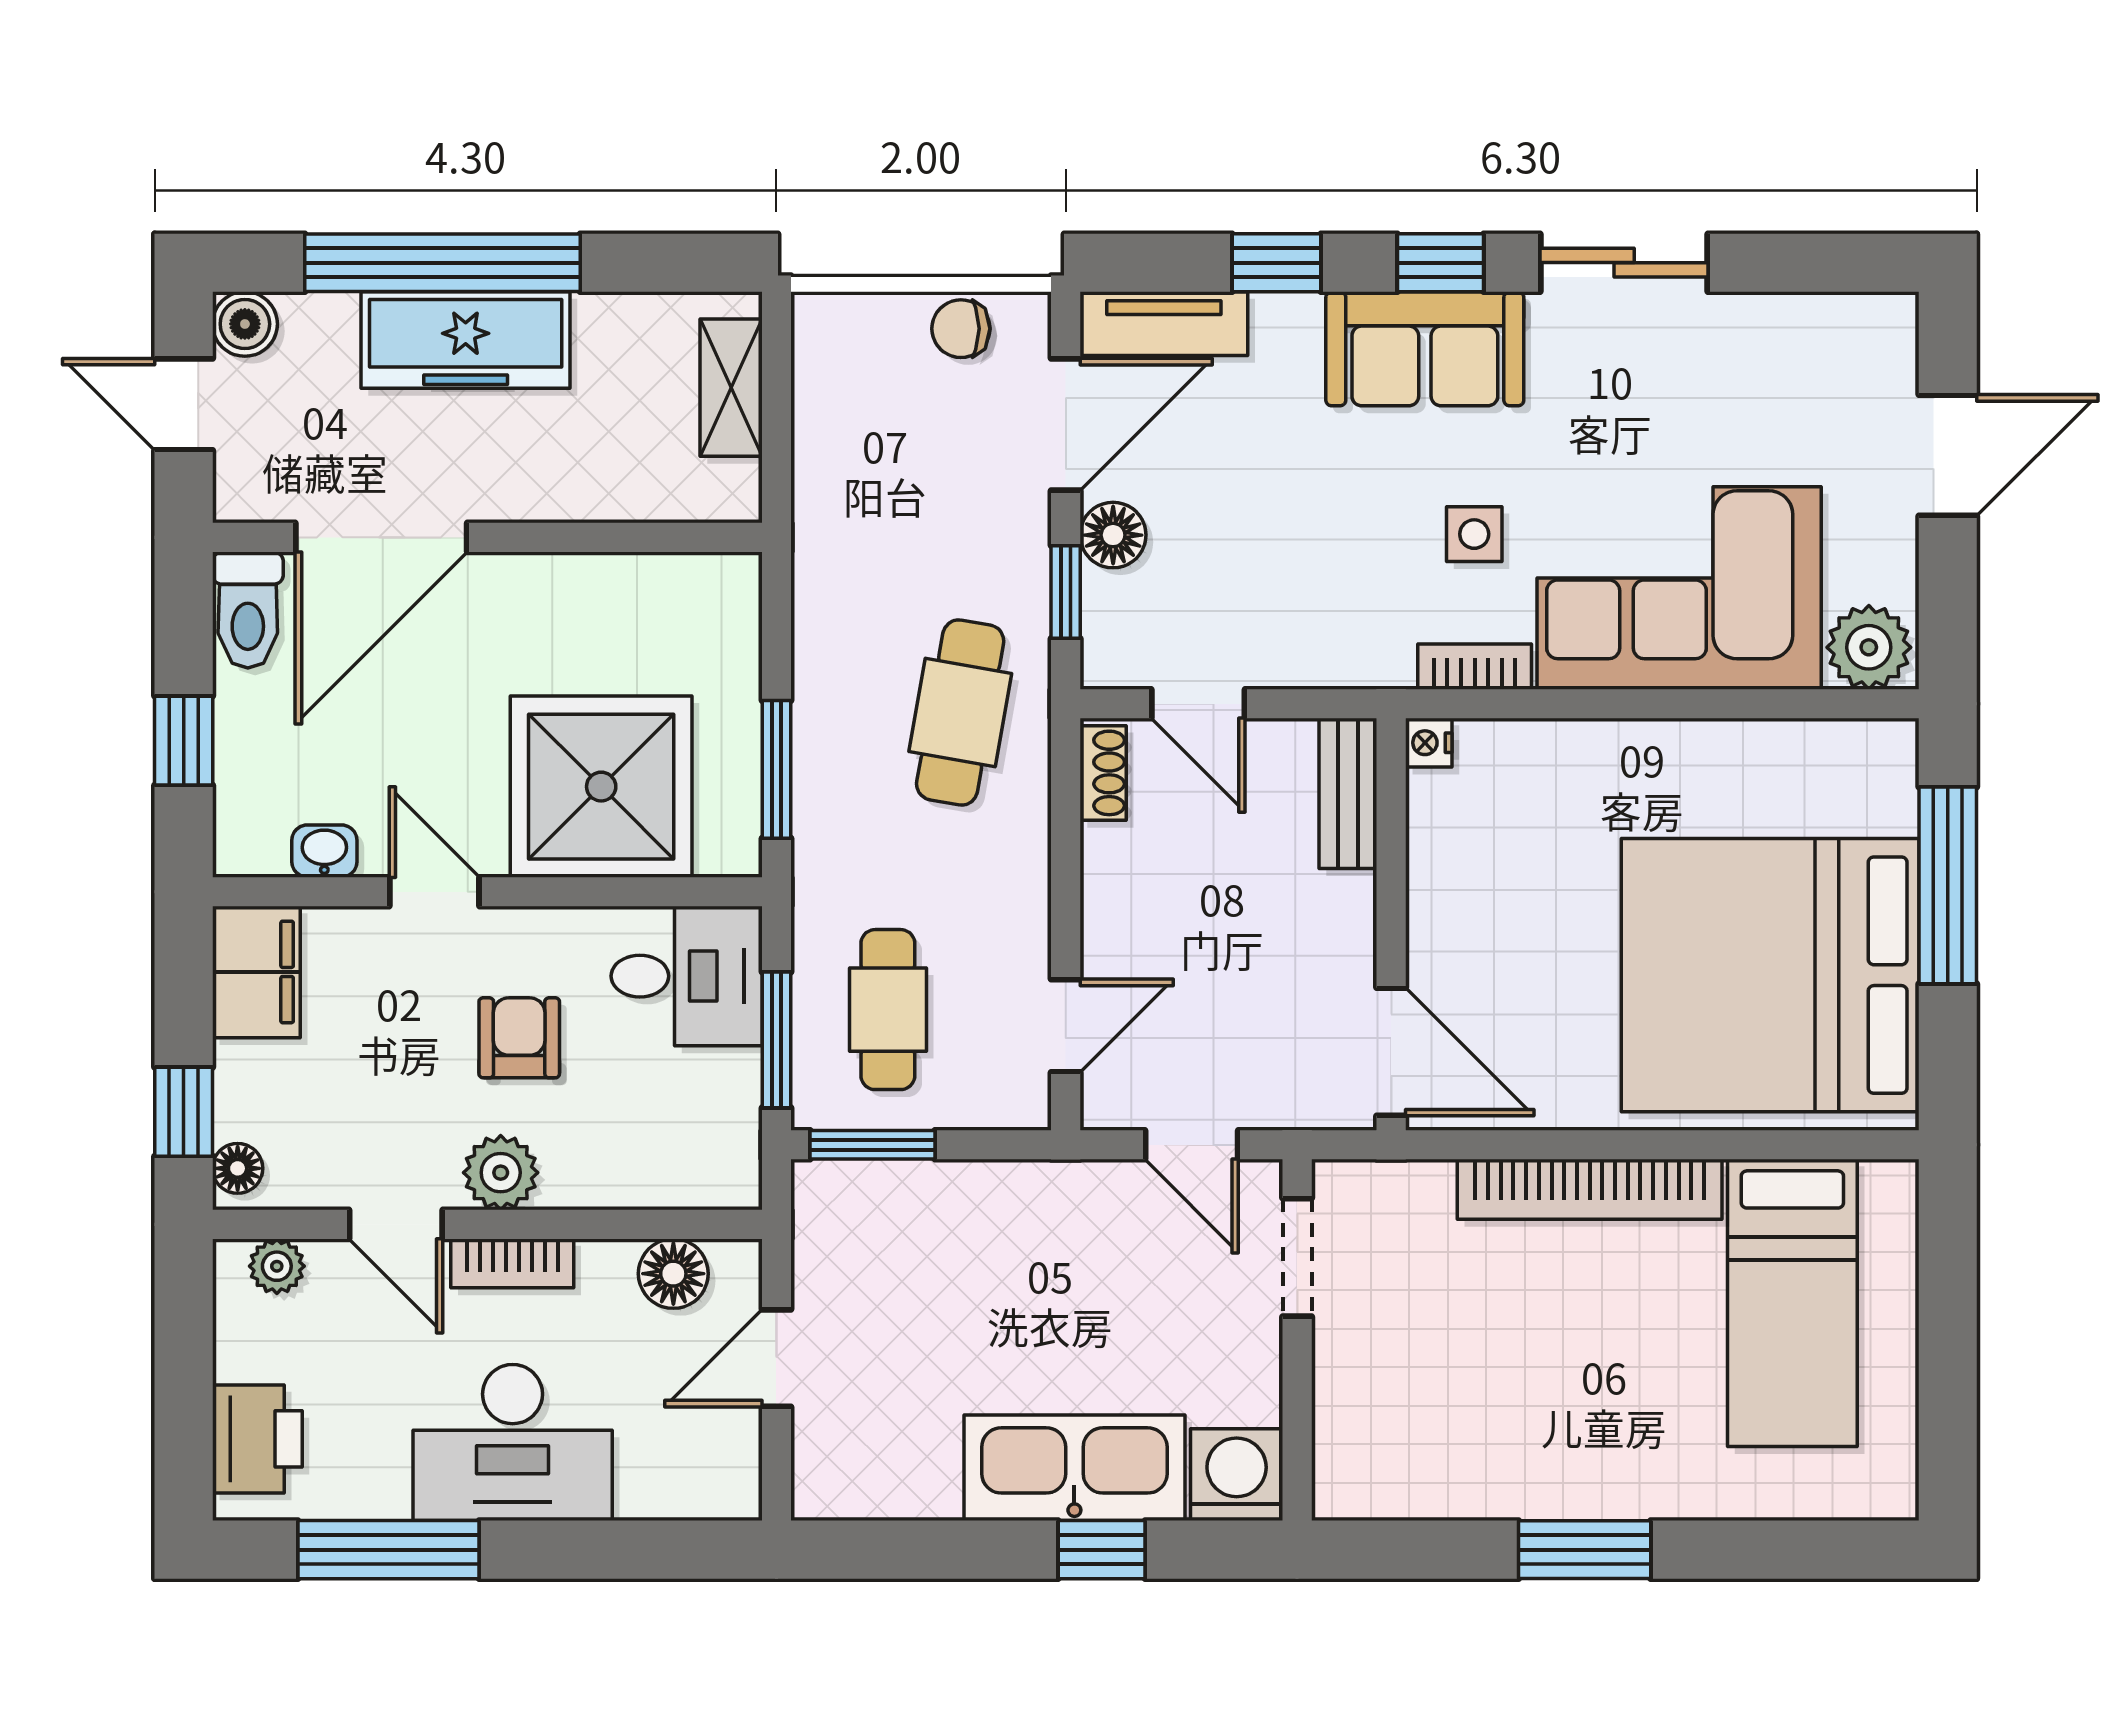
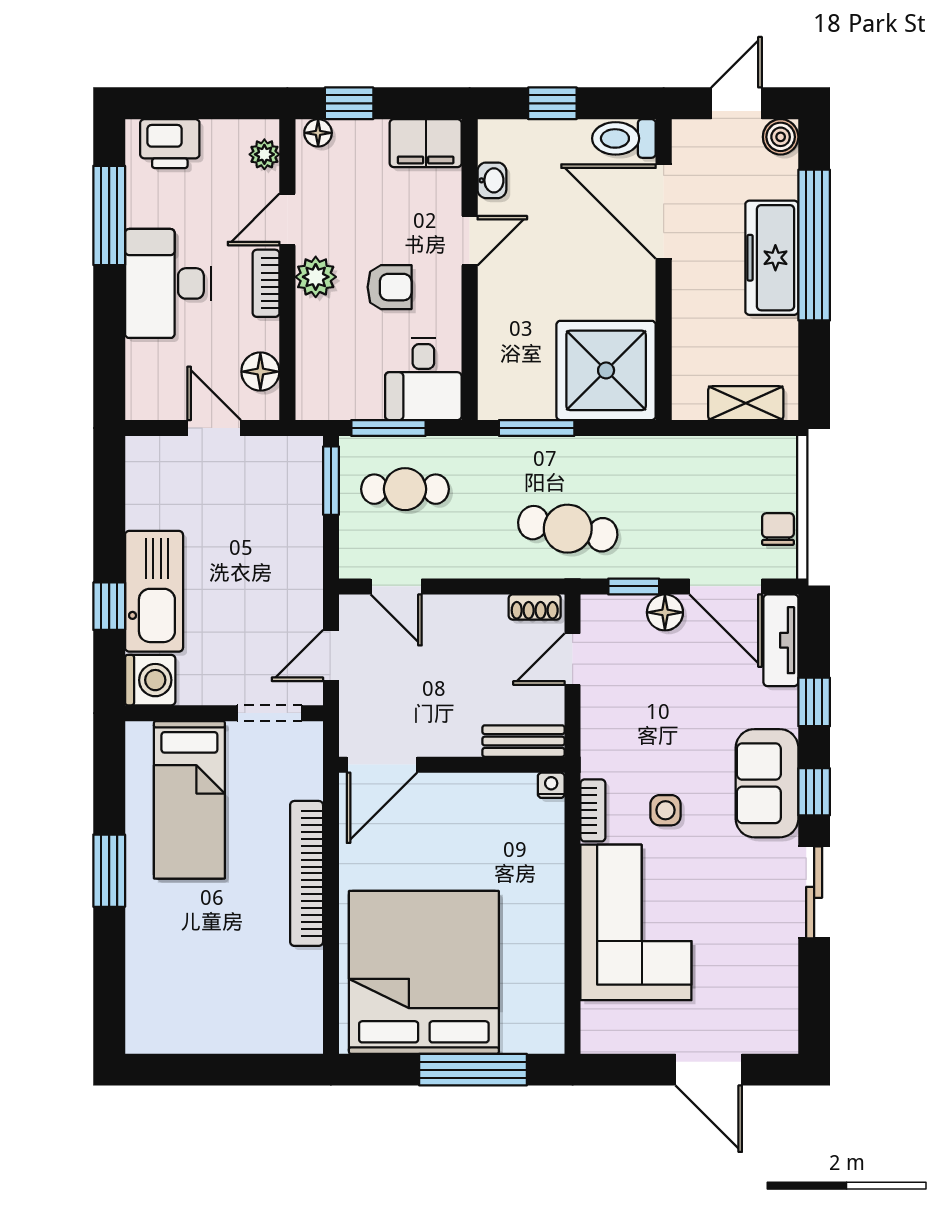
plant: (1869, 647) -> (603, 1026), removed
shower: (601, 787) -> (606, 370), moved
bed: (1792, 1303) -> (189, 800), moved, turned -90

